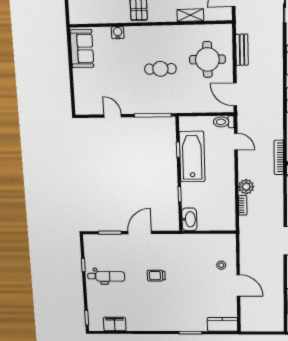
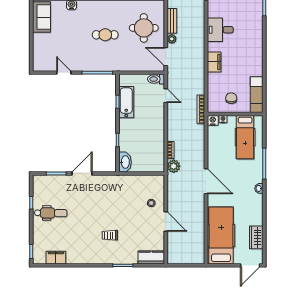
plant: (242, 72) -> (172, 39), added
bathtub: (192, 157) -> (126, 102), width x0.73, depth x0.73
plant: (246, 187) -> (174, 166), moved
trolley: (156, 276) -> (110, 235), moved

